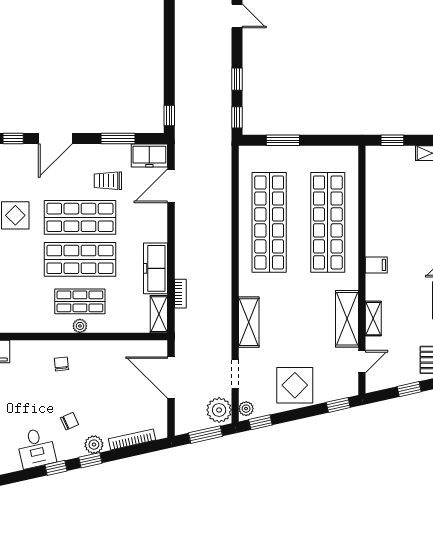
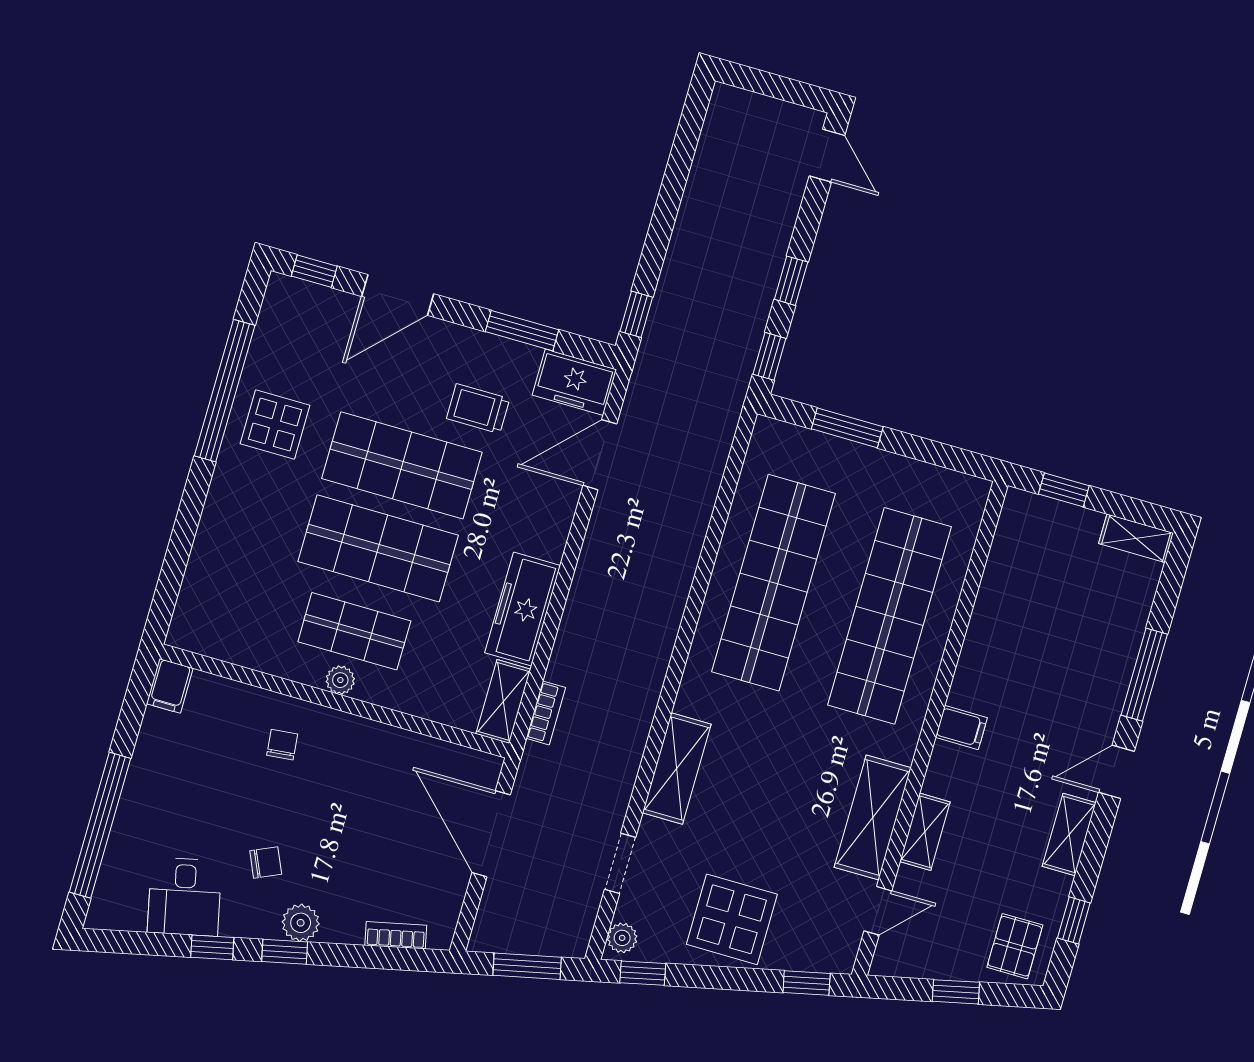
bookcase: (180, 294) -> (546, 713), moved
plant: (219, 410) -> (568, 925), removed
bookcase: (132, 439) -> (396, 935), width x0.64

